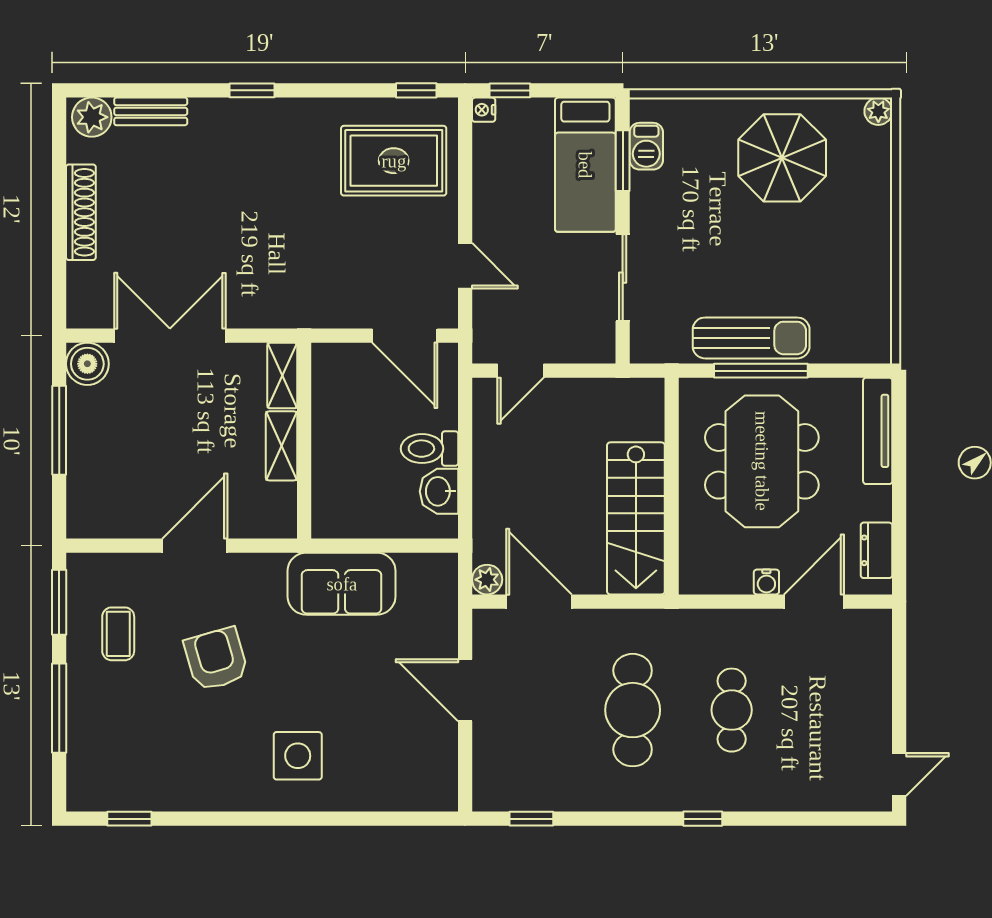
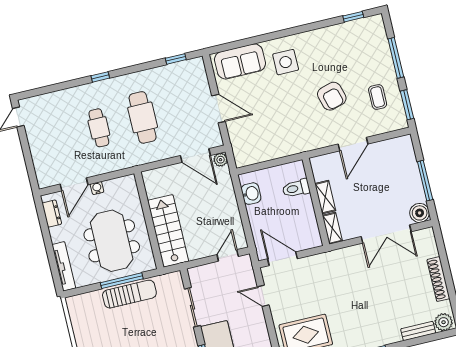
sun lounger: (751, 338) -> (129, 294), turned 180
toilet: (429, 449) -> (296, 188), moved, turned 180
stairs: (636, 518) -> (168, 231), moved
sofa: (342, 584) -> (240, 61), moved, turned 180

